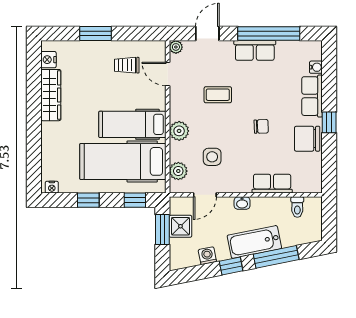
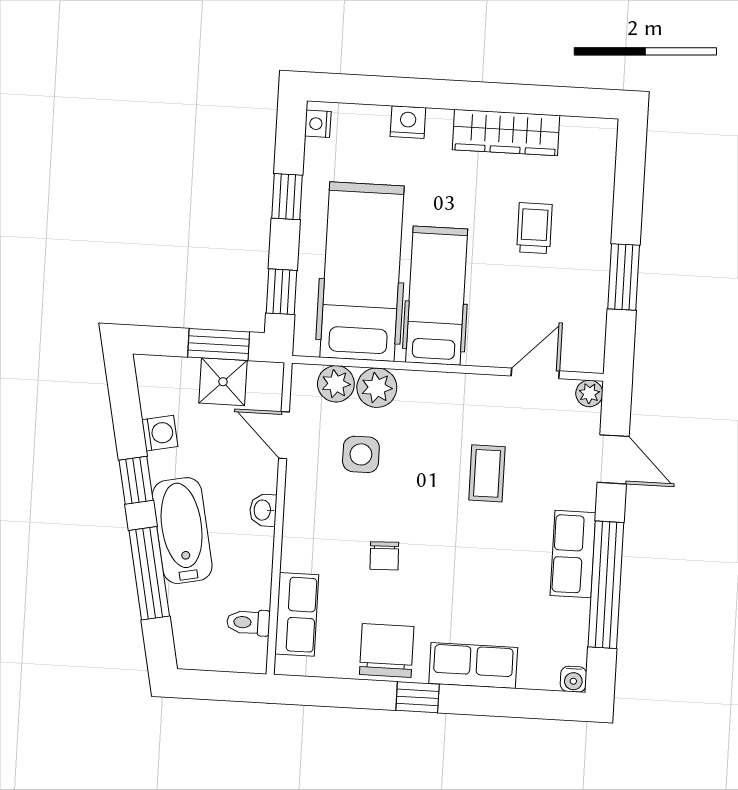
window: (96, 33) -> (624, 277), moved
nightstand: (48, 60) -> (408, 122), moved
trolley: (127, 65) -> (534, 228), moved
water cooler: (316, 67) -> (573, 679), moved
chair: (261, 126) -> (384, 556), moved
plant: (179, 131) -> (377, 388), moved
row of seats: (272, 184) -> (297, 614), moved

